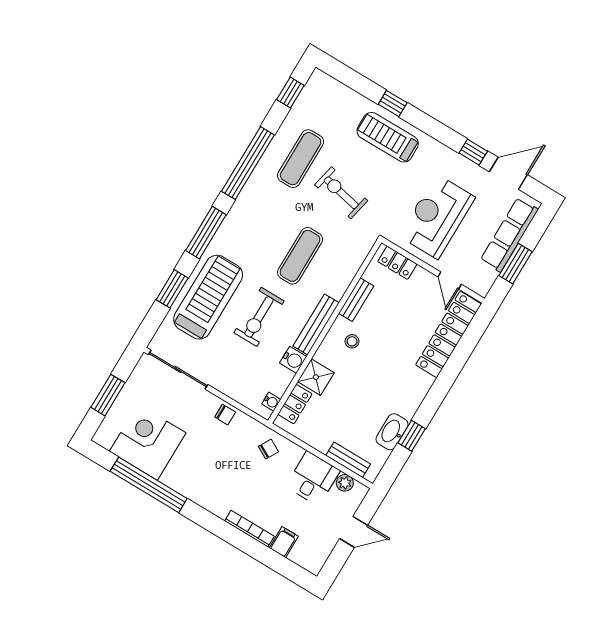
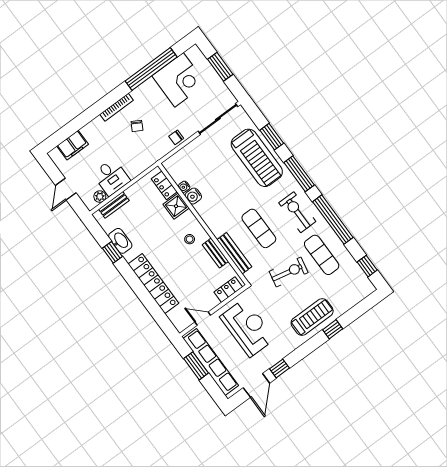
row of seats: (509, 235) -> (211, 362), width x1.36
exercise bike: (259, 317) -> (297, 212), moved
bench: (316, 324) -> (234, 253), moved
locker: (449, 335) -> (153, 284), moved
water cooler: (271, 402) -> (184, 187), moved
chair: (268, 449) -> (137, 126), moved
bookcase: (249, 529) -> (117, 107), moved
filing cabinet: (284, 542) -> (73, 145), width x2.00

